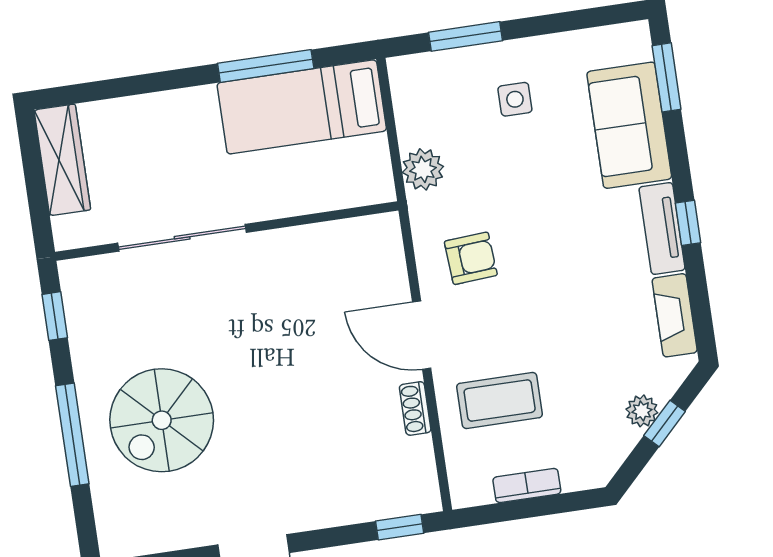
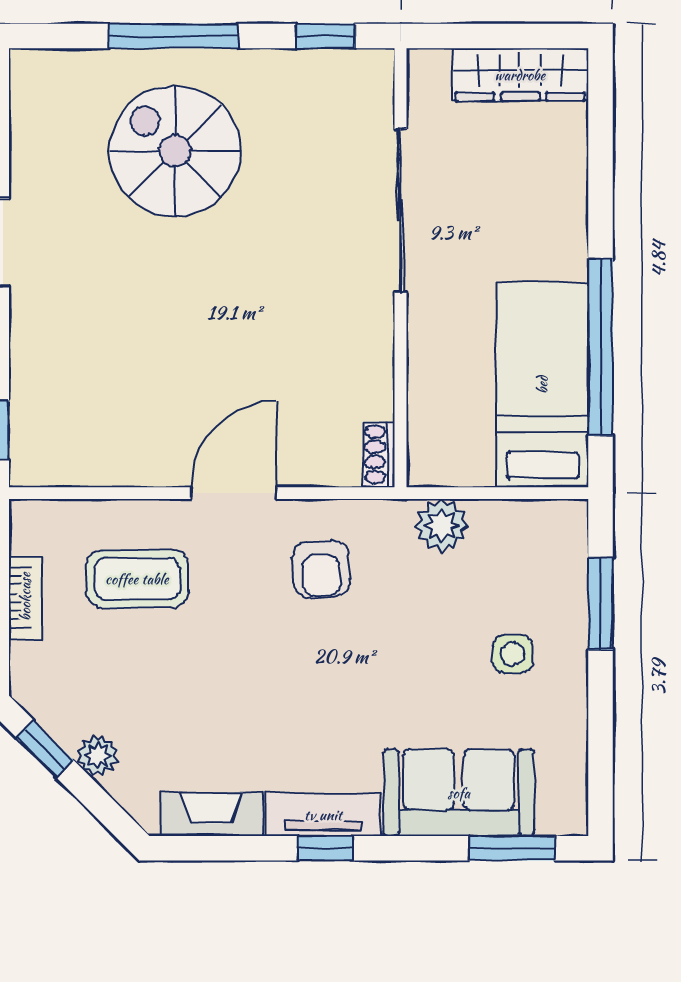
window: (266, 66) -> (601, 347), width x1.46
coffee table: (500, 401) -> (137, 579), turned 90
shoe rack: (415, 408) -> (379, 455), moved, turned -90
window: (665, 423) -> (45, 749), moved

